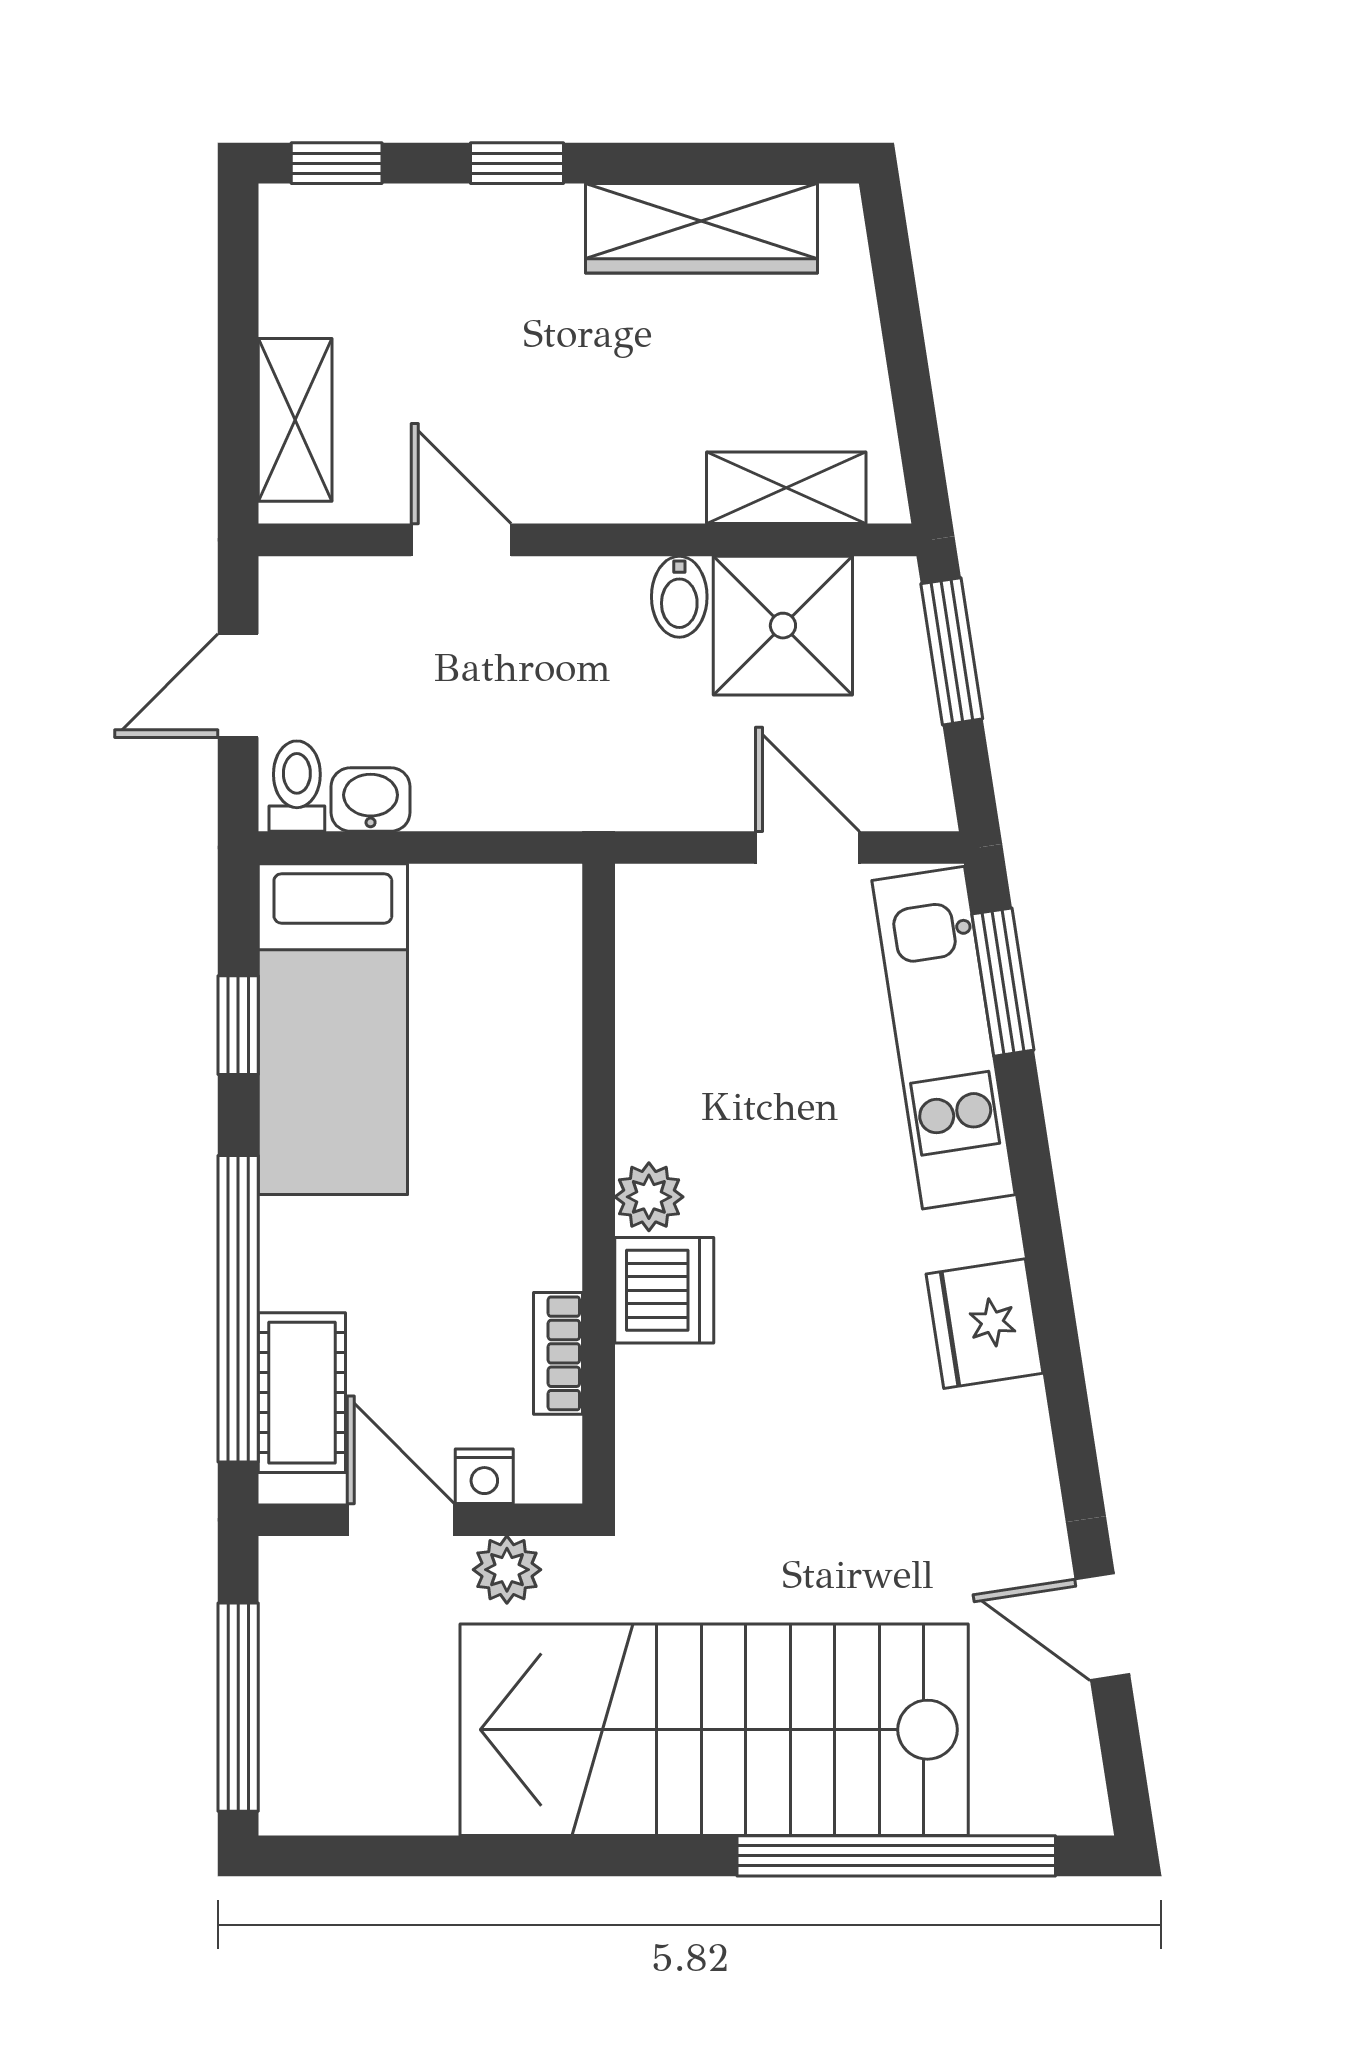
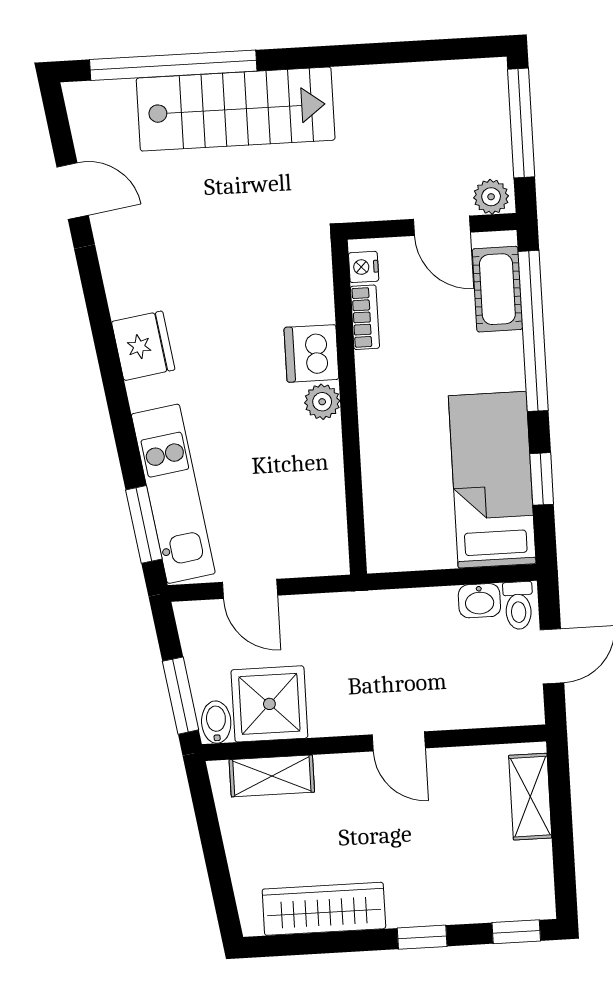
door: (461, 540) -> (399, 741), moved
bidet: (679, 597) -> (216, 722), moved
nightstand: (484, 1476) -> (364, 267), moved, turned -90
plant: (507, 1570) -> (491, 197), moved
stairs: (714, 1730) -> (236, 109), width x0.73, depth x0.66

